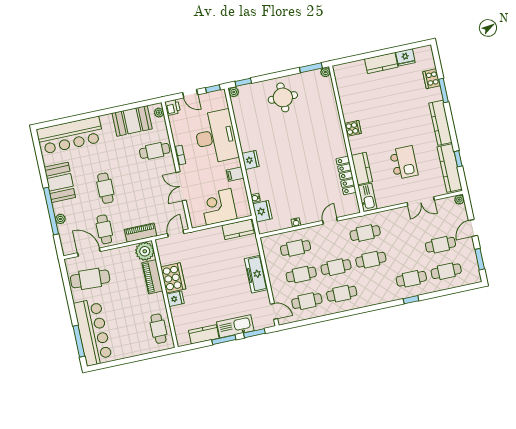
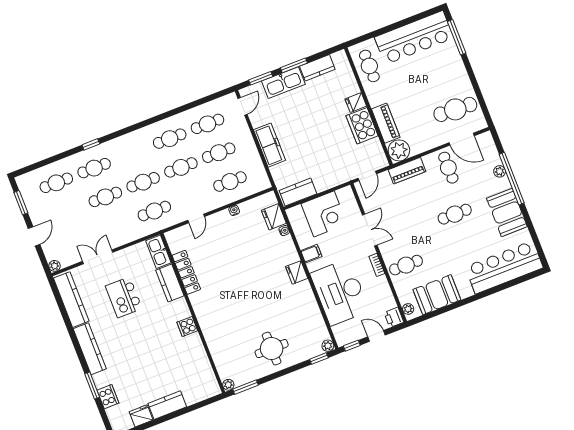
window: (458, 159) -> (63, 311), removed
cafe table: (105, 188) -> (455, 214), turned 90
cafe table: (440, 245) -> (105, 197), moved
door: (274, 311) -> (243, 106), swing flipped
bar counter: (93, 332) -> (414, 38), moved, turned -90

